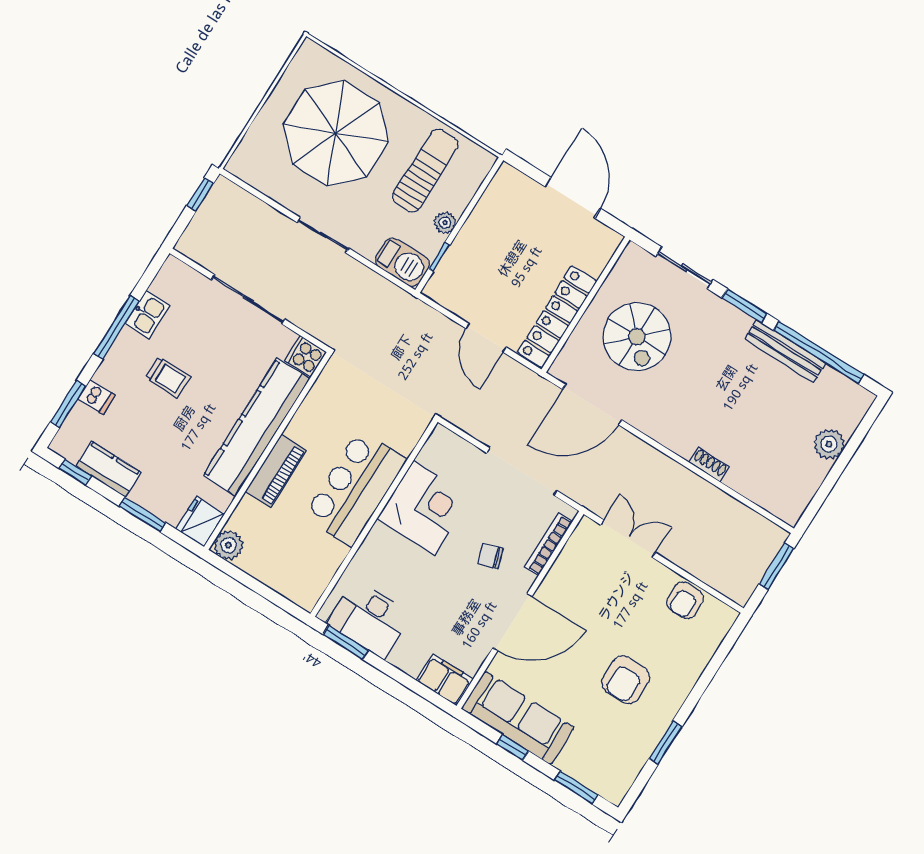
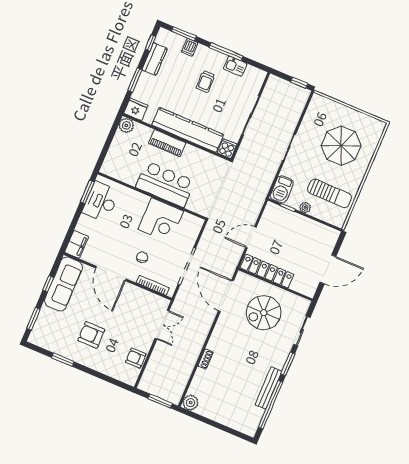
parasol: (336, 133) -> (341, 146), width x0.73, depth x0.73
plant: (829, 444) -> (191, 403), moved

